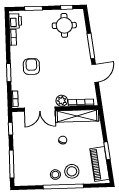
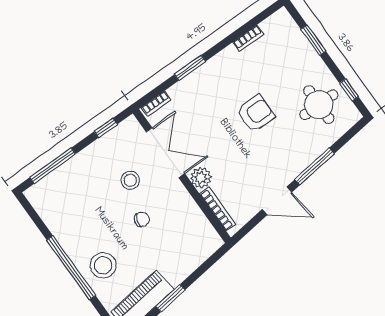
printer: (15, 21) -> (275, 25), removed
armchair: (31, 67) -> (256, 114), moved
double door: (40, 109) -> (165, 153), swing flipped
shelving: (77, 116) -> (193, 217), removed
stool: (55, 175) -> (130, 180), moved

